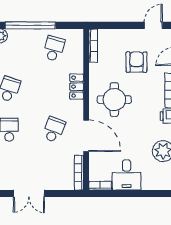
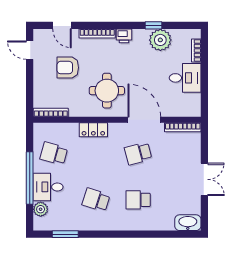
desk: (22, 43) -> (48, 187), added
school desk: (54, 130) -> (138, 153), turned -36
door: (86, 136) -> (144, 120), hinge flipped
bookcase: (100, 186) -> (196, 50), moved

